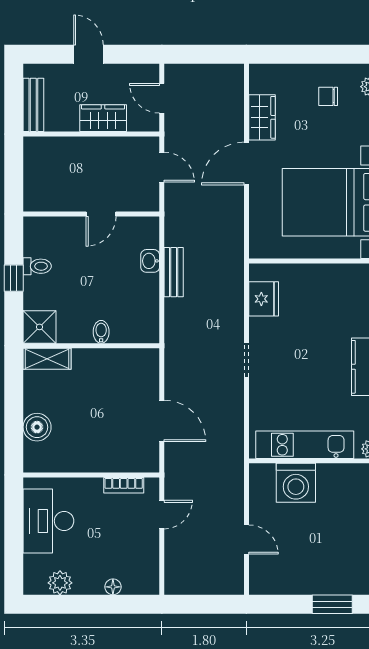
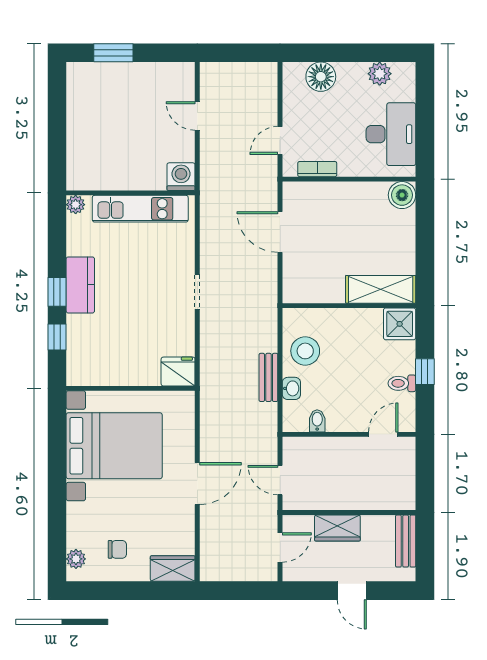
door: (162, 98) -> (280, 547), hinge flipped
wardrobe: (262, 117) -> (173, 569), moved, turned 90
door: (101, 214) -> (383, 434), moved
stool: (136, 299) -> (305, 351), added
fridge: (264, 299) -> (178, 372), moved, turned 90
bidet: (101, 332) -> (317, 421), moved, turned 180
shelving: (47, 359) -> (381, 289), width x1.50, depth x1.33
boiler: (37, 427) -> (402, 195), moved
washing machine: (296, 483) -> (181, 177), moved, width x0.73, depth x0.73
floor lamp: (113, 587) -> (321, 77), width x1.89, depth x1.89

